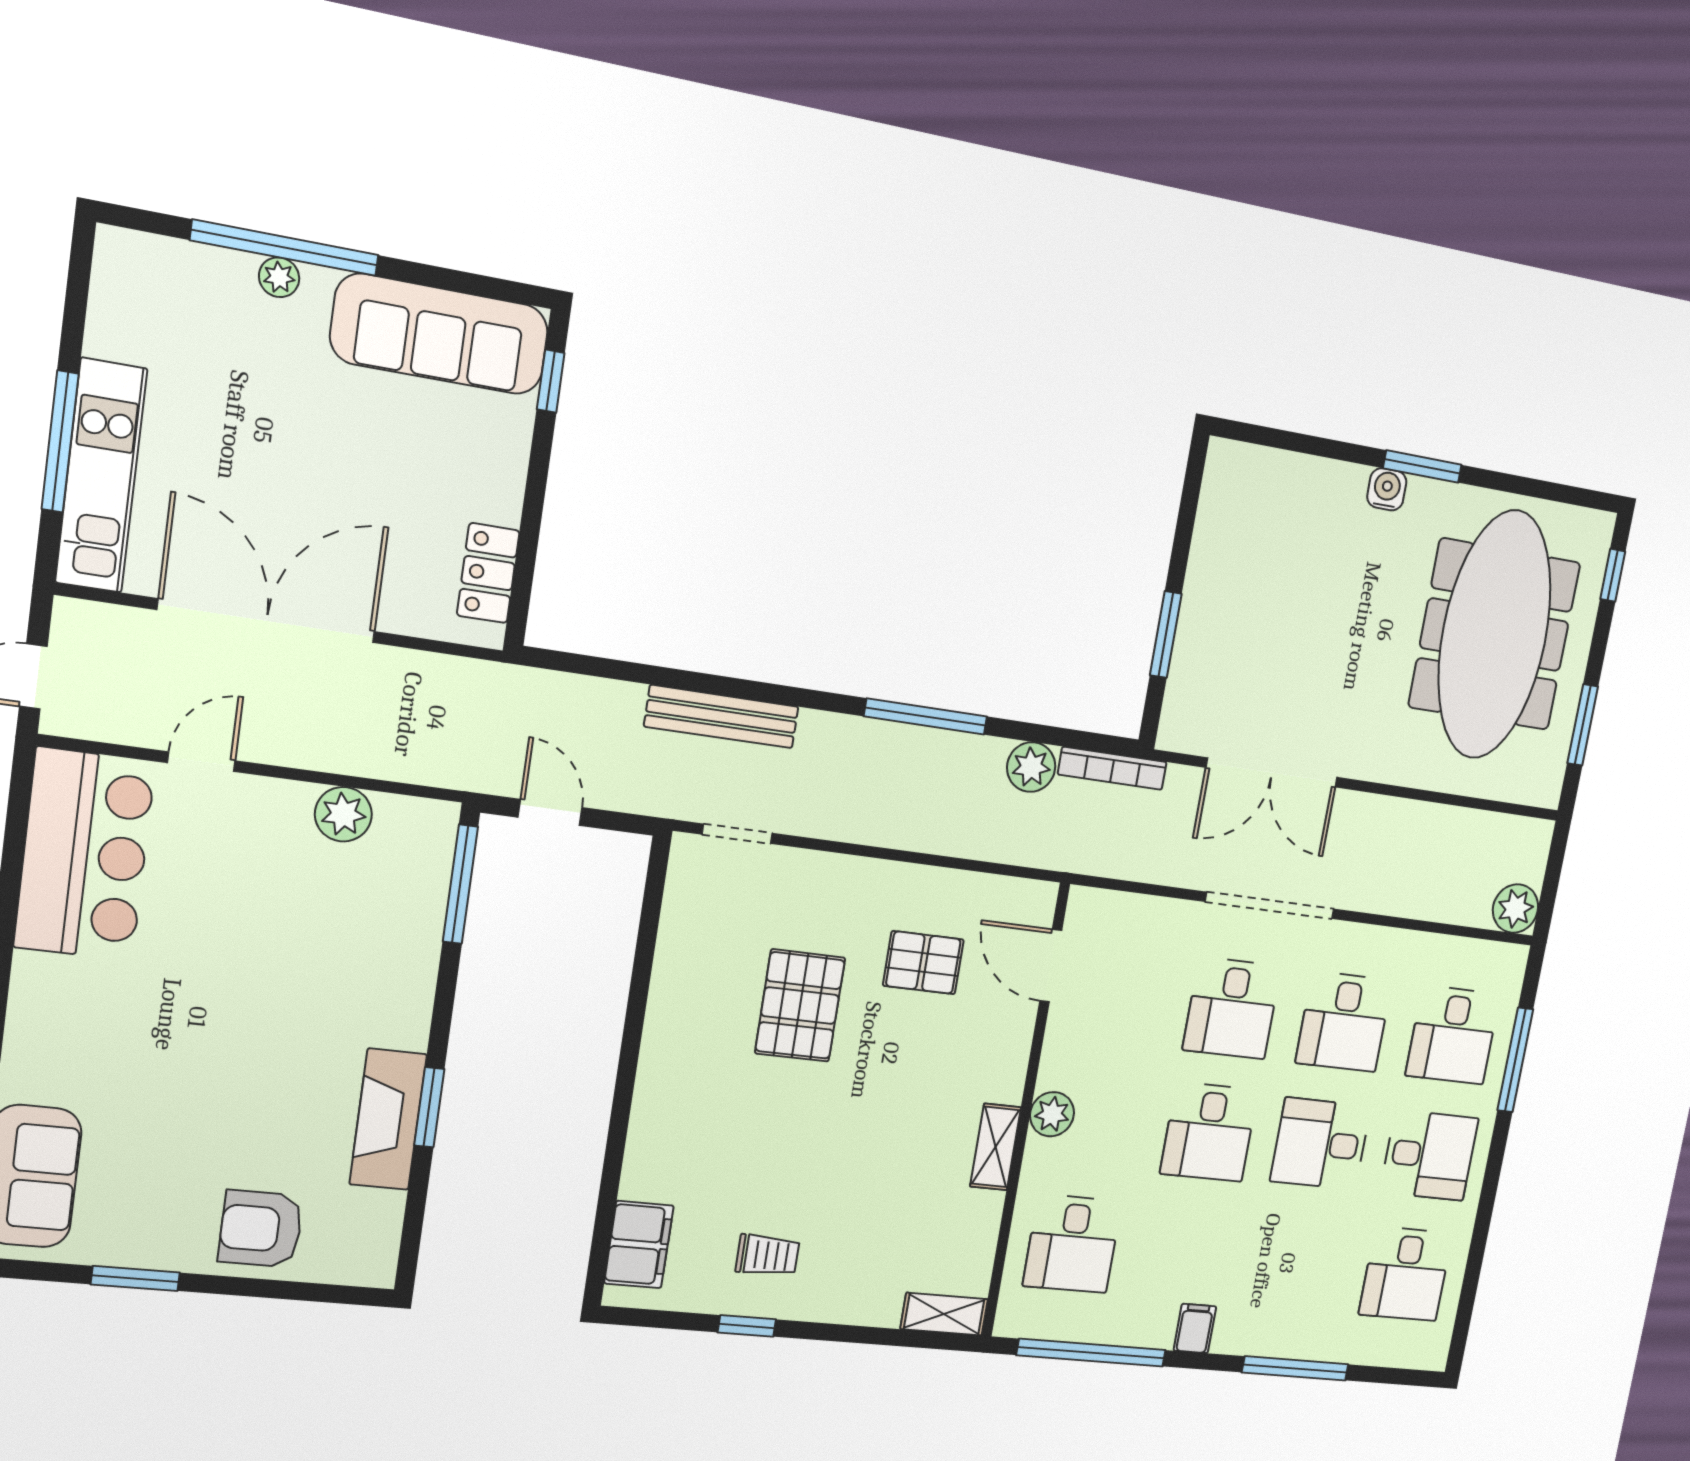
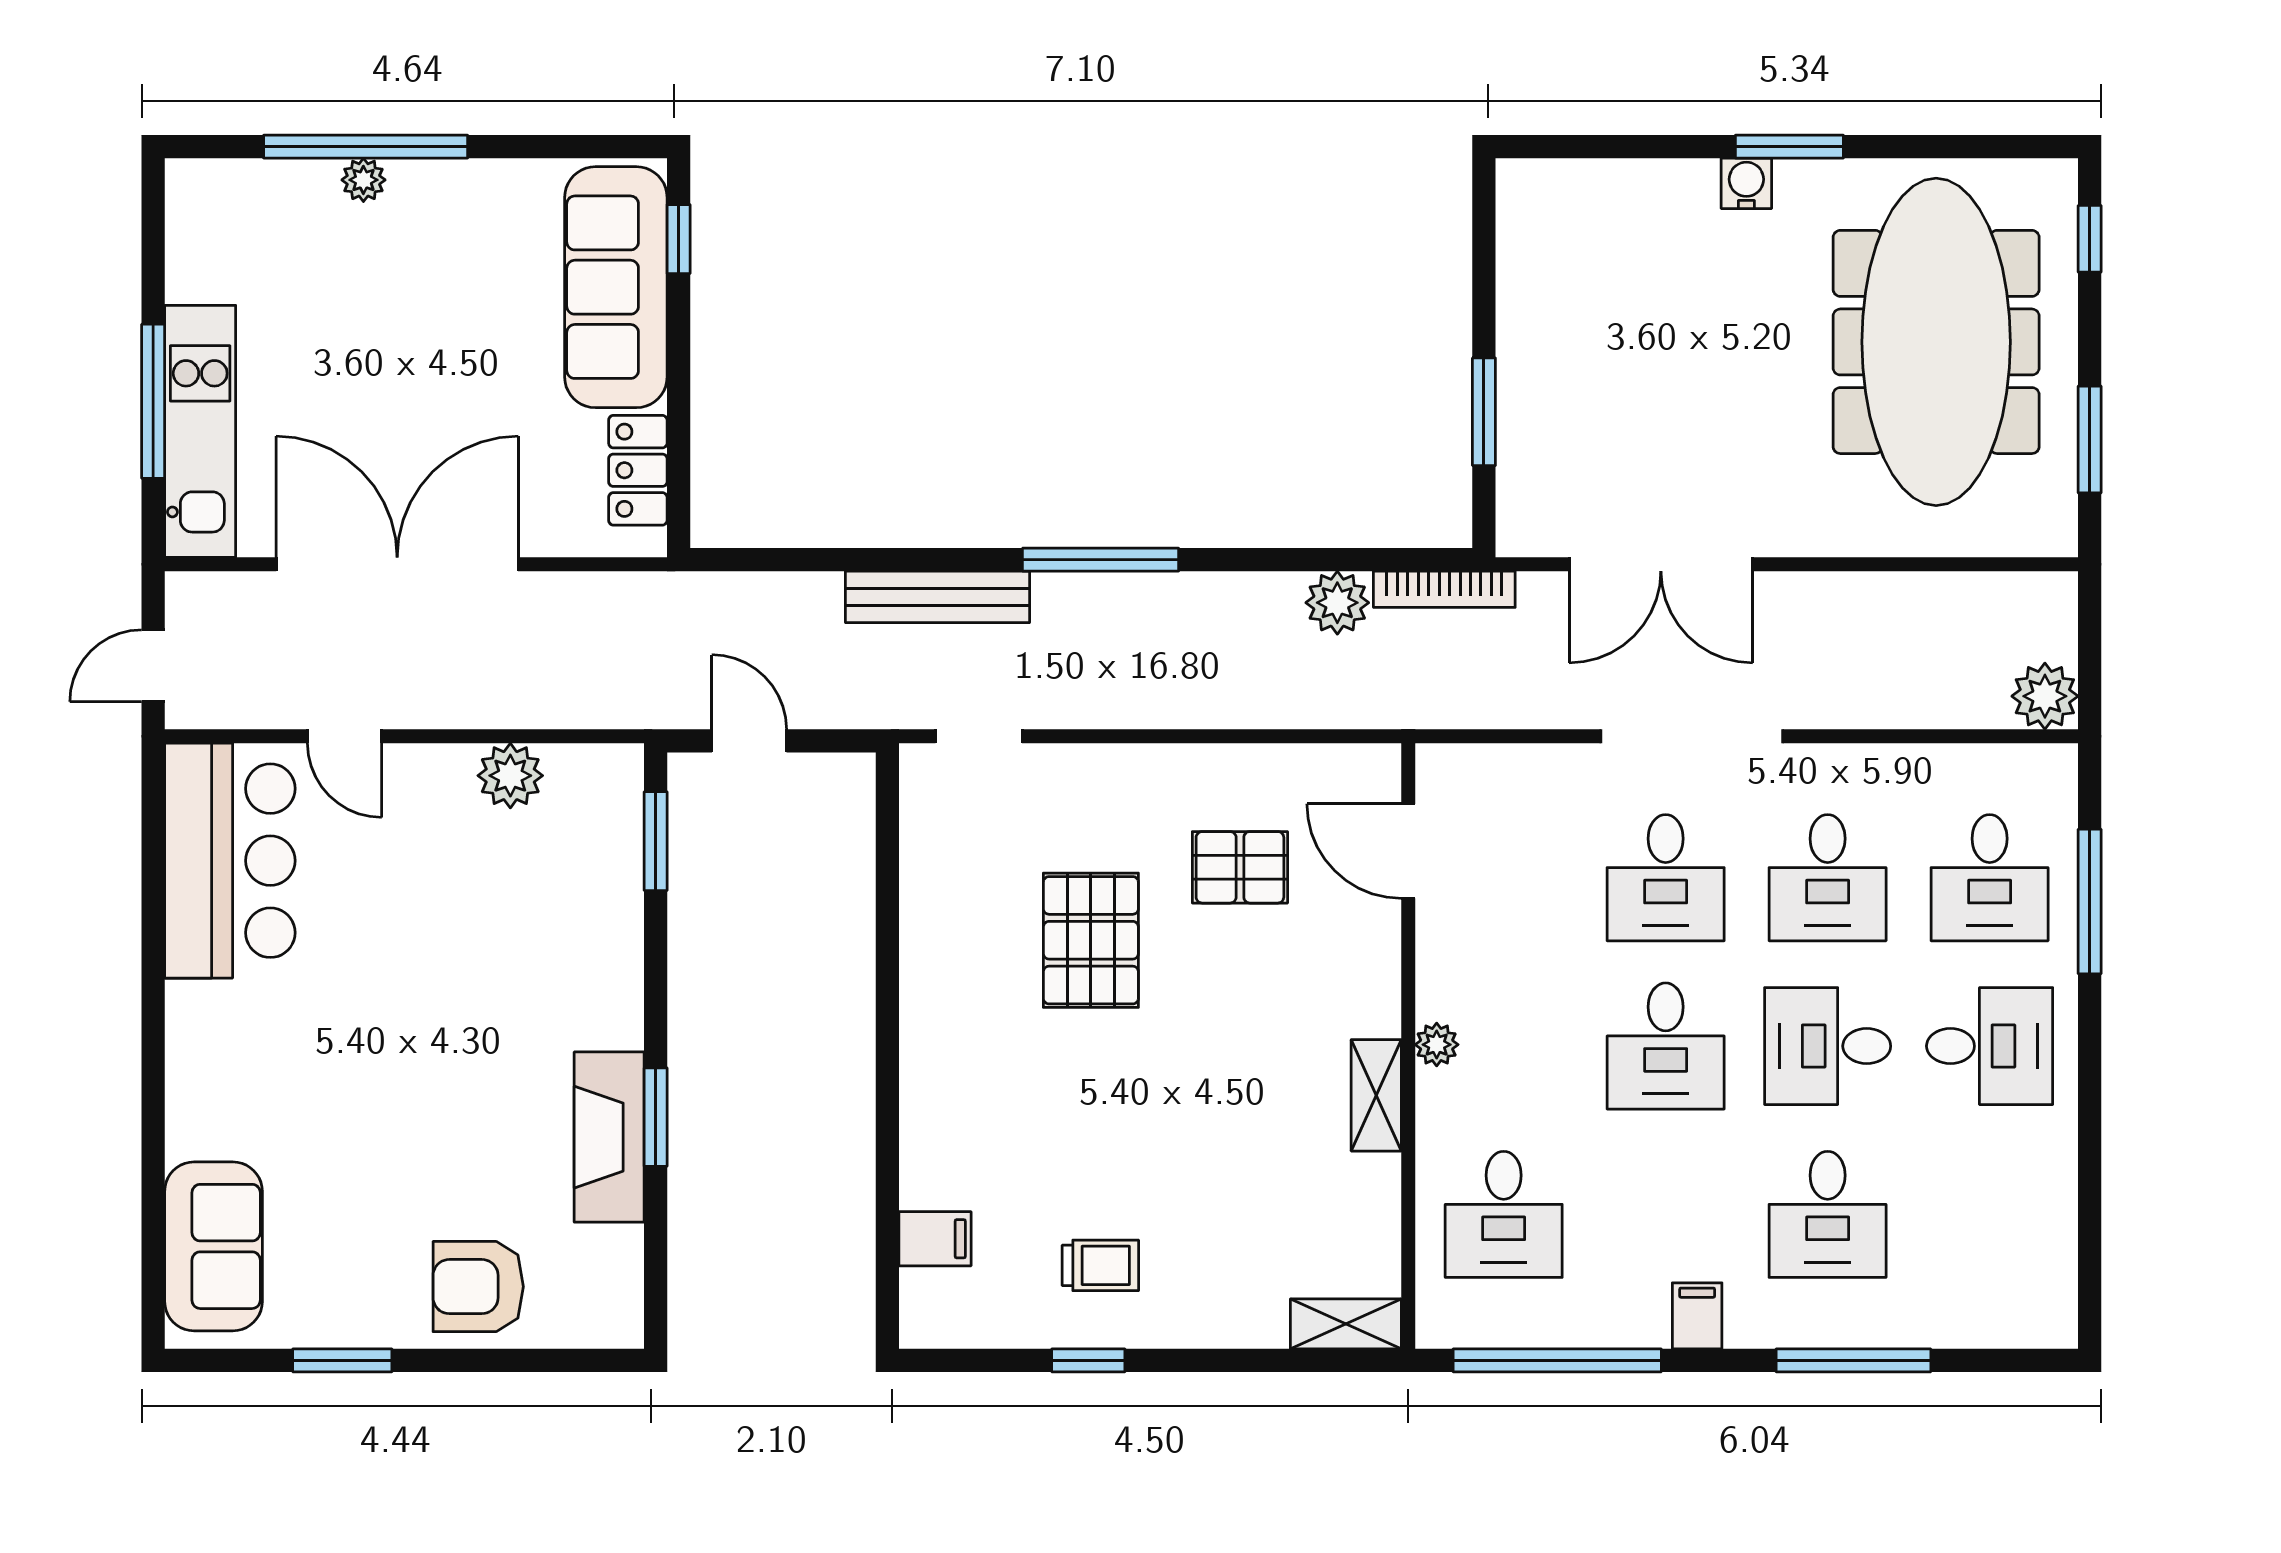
sofa: (440, 334) -> (616, 287), moved, turned 90
window: (926, 716) -> (1101, 560), moved
door: (201, 762) -> (345, 736), swing flipped
window: (460, 884) -> (656, 841), width x0.69
plant: (1052, 1114) -> (1437, 1045), width x0.73, depth x0.73
filing cabinet: (639, 1245) -> (935, 1239), width x0.50
desk: (1406, 1274) -> (1828, 1214), moved

